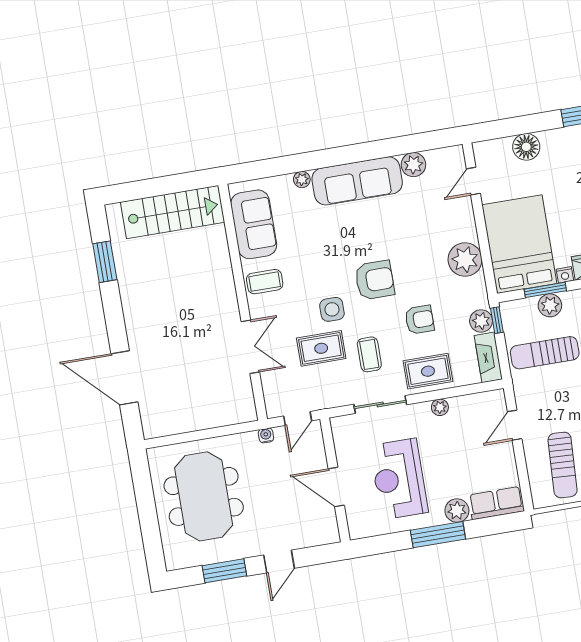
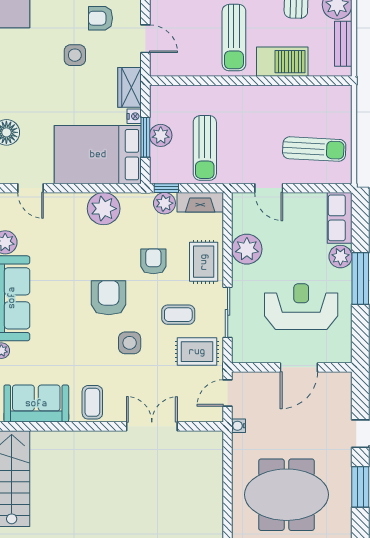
rug: (321, 348) -> (197, 352), moved, turned 90
plant: (440, 407) -> (247, 249), width x1.88, depth x1.88
door: (298, 418) -> (228, 393), swing flipped
reception desk: (399, 479) -> (301, 307), turned 180

